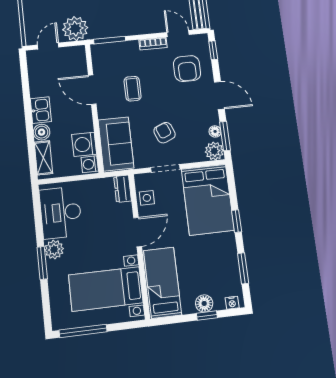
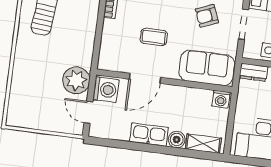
window: (110, 40) -> (97, 48), removed
kitchen sink: (41, 110) -> (149, 135), width x1.38
washing machine: (84, 144) -> (106, 90), moved, turned -90

